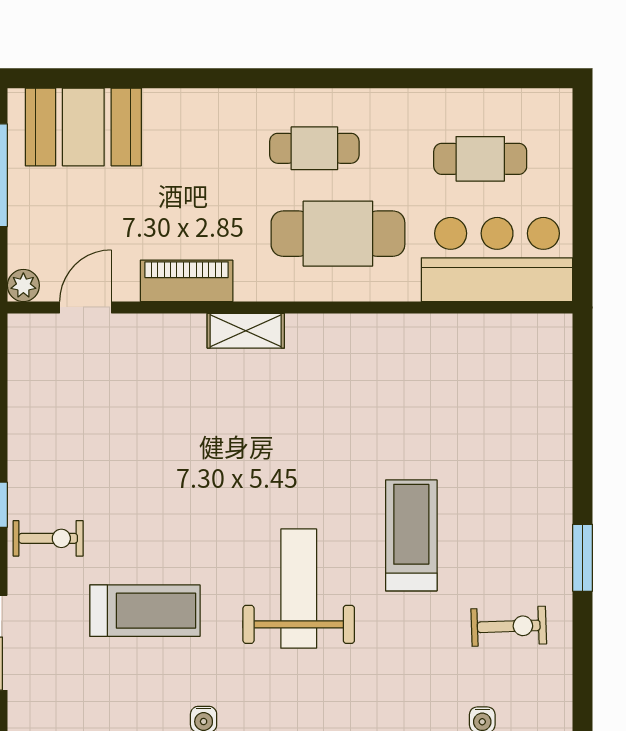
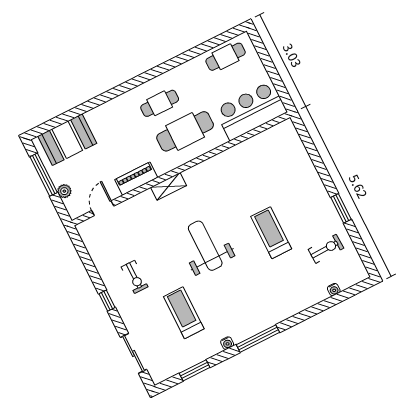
cafe table: (480, 159) -> (226, 57), moved
plant: (23, 285) -> (64, 191), moved
exercise bike: (48, 538) -> (135, 277), moved, turned 90
weight bench: (299, 589) -> (205, 246), moved
treadmill: (145, 611) -> (184, 313), turned -90

